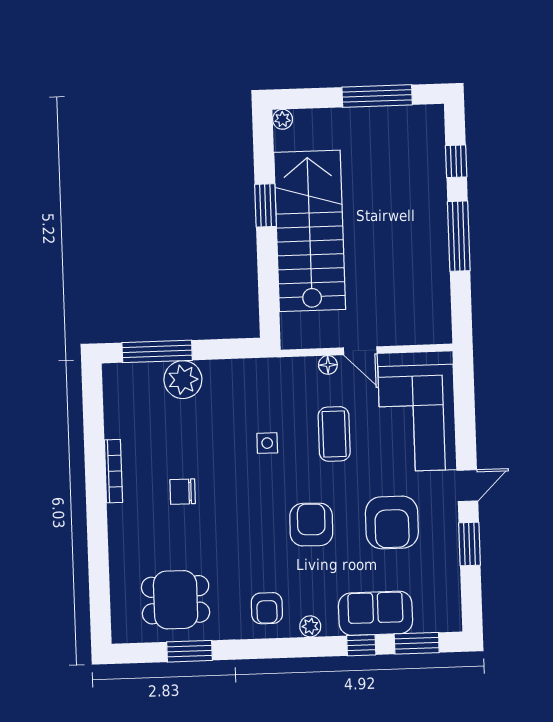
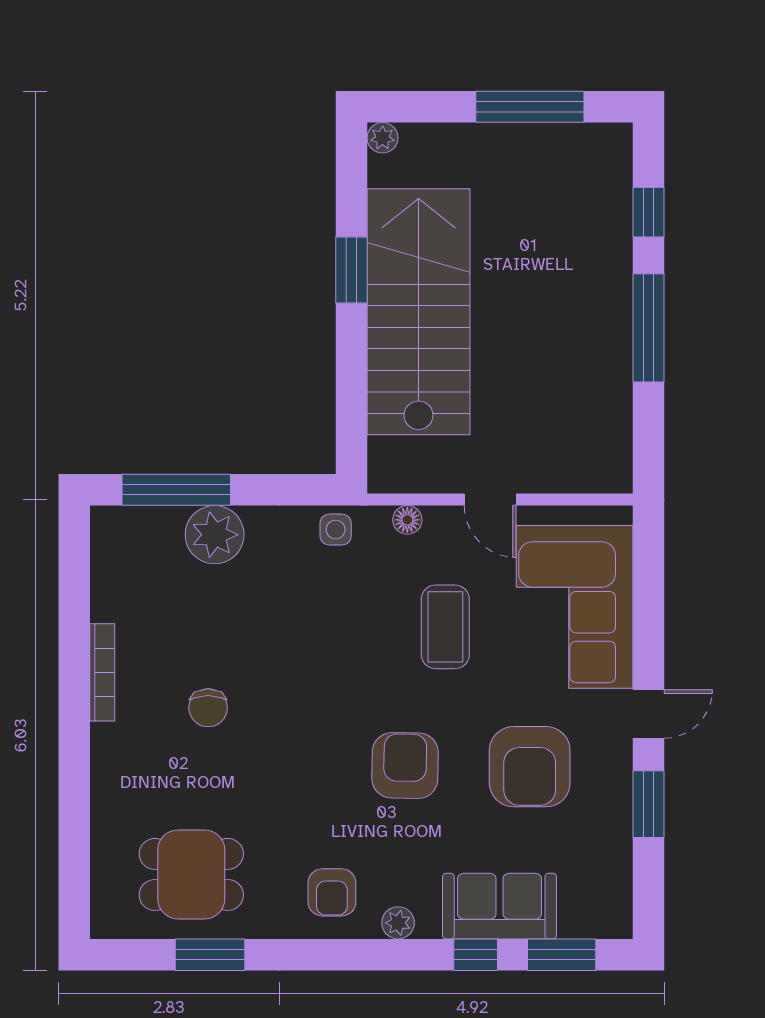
floor lamp: (328, 365) -> (407, 520), moved
side table: (267, 443) -> (336, 530), moved
chair: (183, 492) -> (208, 708), turned -90

